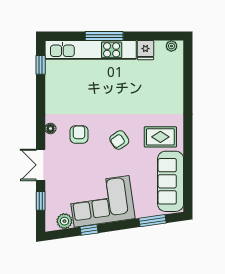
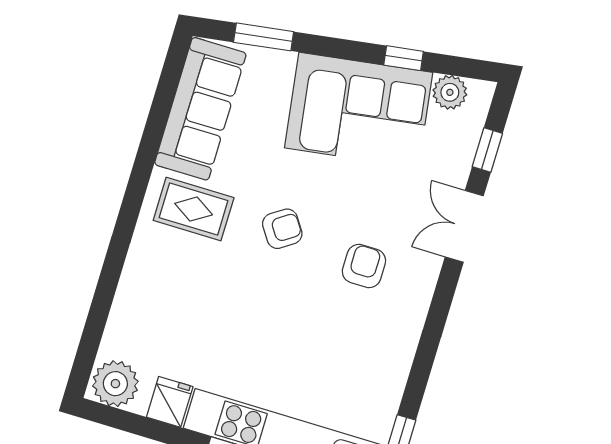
plant: (171, 46) -> (115, 384), width x1.88, depth x1.88
floor lamp: (50, 129) -> (420, 297), removed
armchair: (79, 134) -> (364, 266), turned 180
double door: (41, 165) -> (464, 226), swing flipped

